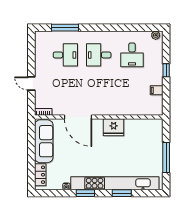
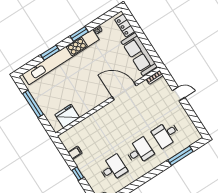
desk: (132, 55) -> (113, 168), turned 90
fridge: (114, 127) -> (67, 116), moved

